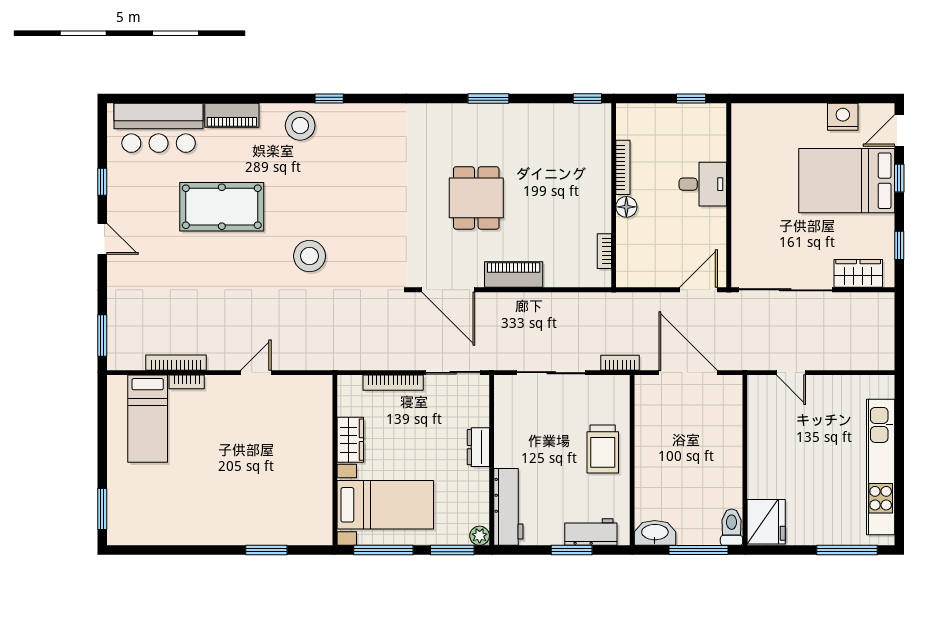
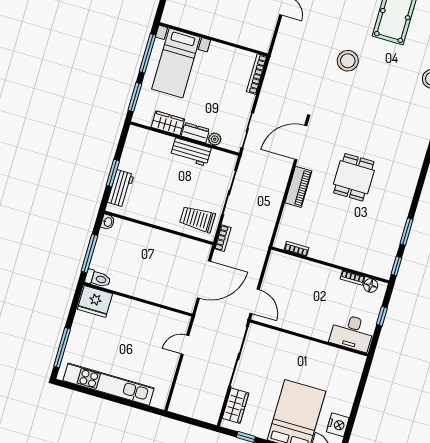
window: (488, 99) -> (406, 231), moved
window: (691, 99) -> (382, 316), moved
bookcase: (623, 167) -> (352, 278), width x0.64
desk: (703, 184) -> (352, 333), moved, width x1.37
dining table: (476, 198) -> (354, 177), turned 90
floor lamp: (626, 207) -> (371, 285), moved
bookcase: (393, 383) -> (257, 74), moved
wardrobe: (350, 440) -> (168, 123), moved, turned 180
trolley: (603, 449) -> (197, 219), moved
workbench: (508, 507) -> (191, 152), moved, width x0.73
washbasin: (655, 533) -> (108, 222), width x0.52, depth x0.69
plant: (480, 536) -> (215, 139), moved

